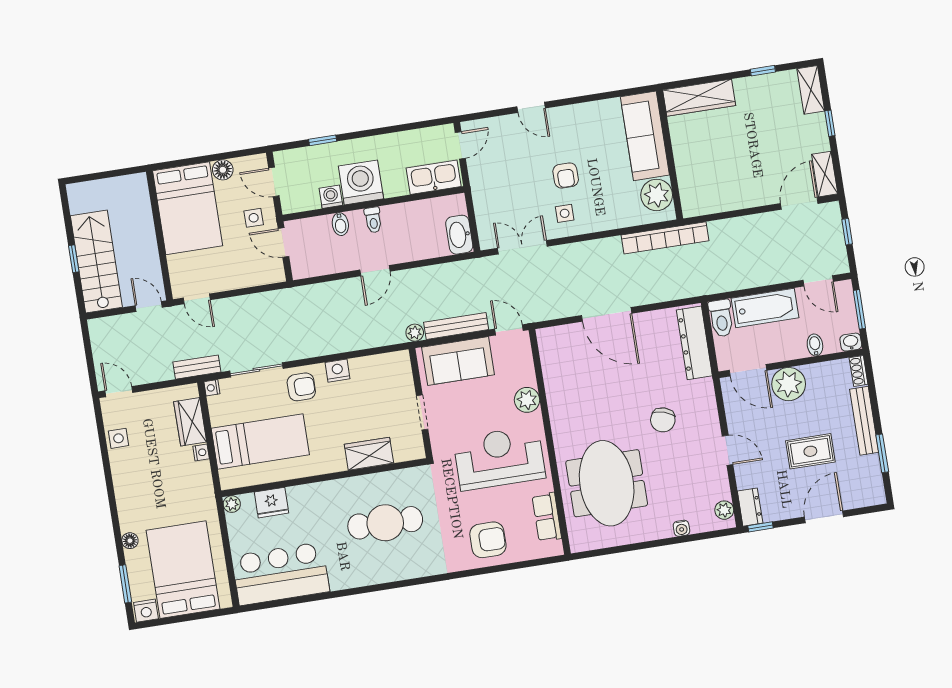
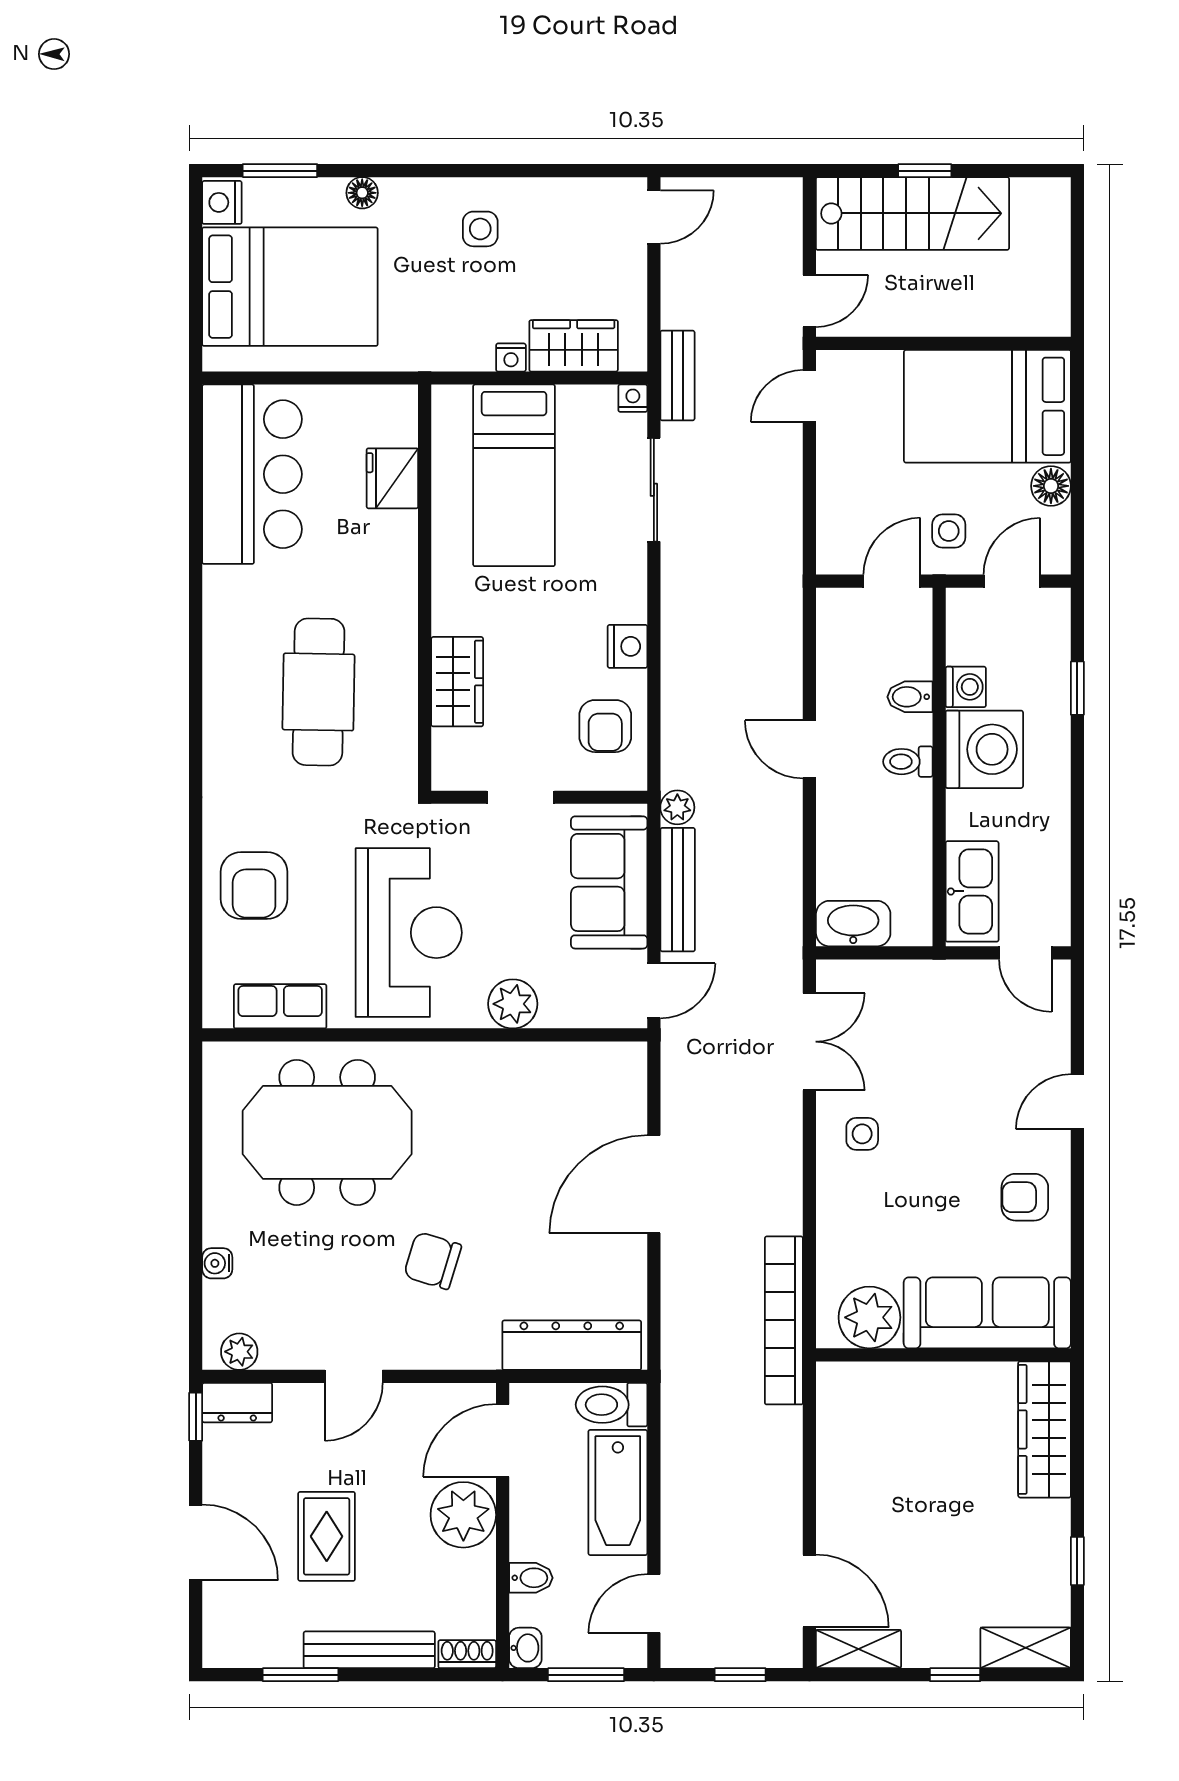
armchair: (566, 175) -> (1025, 1197), moved
armchair: (301, 387) -> (605, 726), moved
side table: (118, 438) -> (480, 229), moved
plant: (232, 504) -> (402, 401), removed

